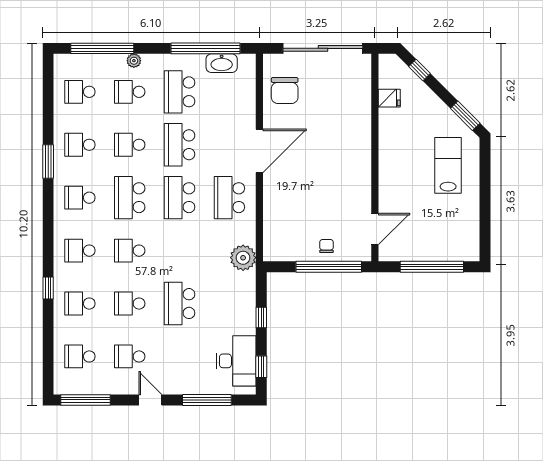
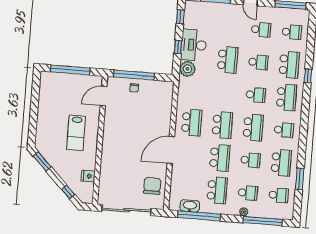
school desk: (80, 145) -> (281, 163), width x1.85
window: (48, 162) -> (300, 179), moved
lab bench: (448, 165) -> (76, 133), moved
school desk: (80, 251) -> (286, 97), width x1.85
plant: (243, 258) -> (187, 69), moved
school desk: (80, 304) -> (289, 65), width x1.85
desk: (236, 361) -> (194, 45), moved

